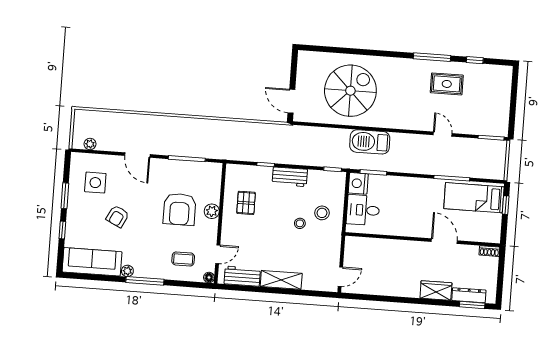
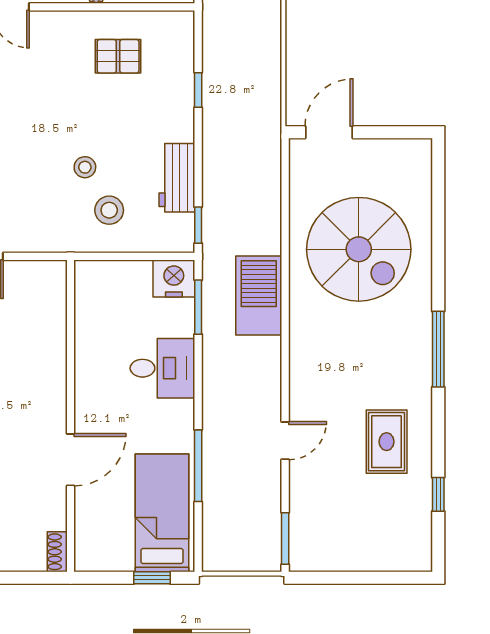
window: (432, 57) -> (438, 349), moved
workbench: (290, 177) -> (177, 178), moved
desk: (363, 210) -> (162, 368), moved, turned 90

